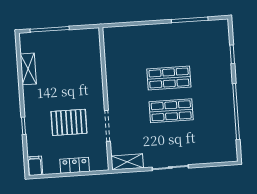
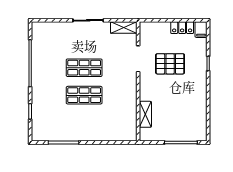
shelving: (28, 69) -> (145, 114), moved
locker: (75, 165) -> (182, 28), moved

